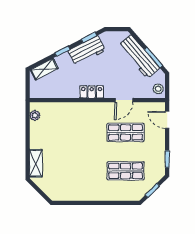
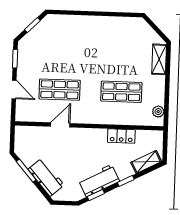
workbench: (139, 57) -> (46, 177), width x0.73
stool: (158, 89) -> (22, 136), removed
locker: (92, 92) -> (121, 136), moved
door: (167, 120) -> (14, 90), moved
shop shelf: (126, 171) -> (121, 92), moved

